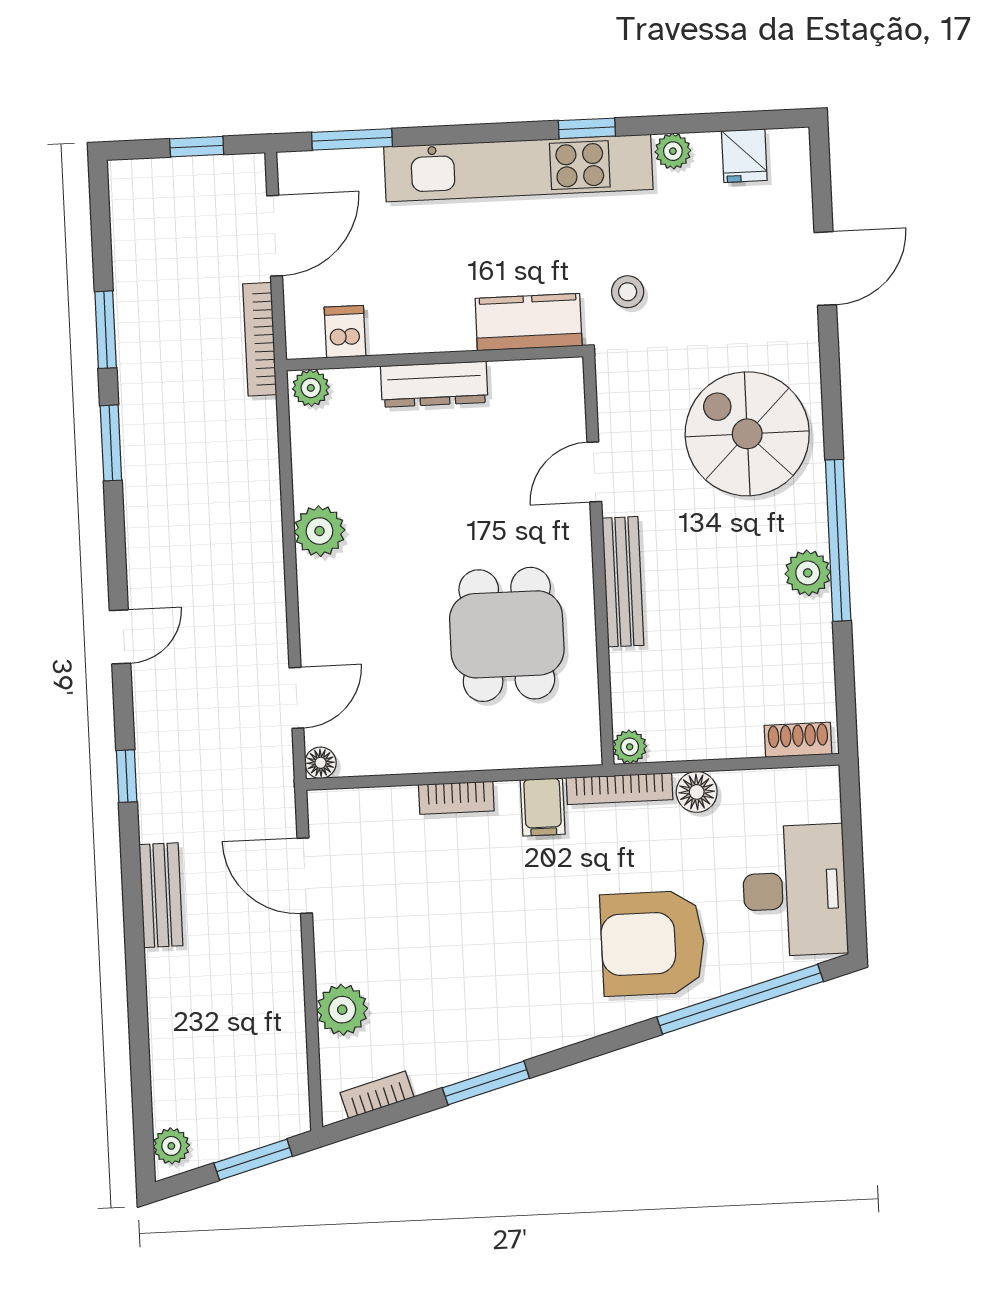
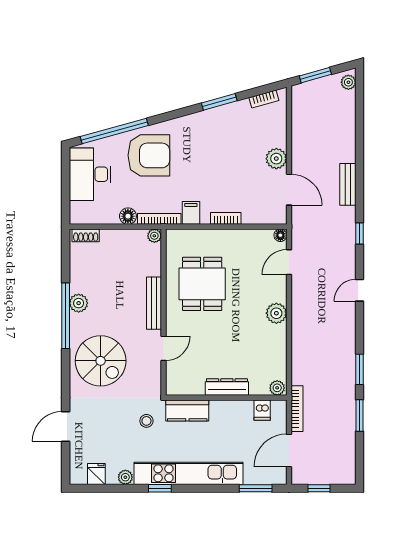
plant: (319, 531) -> (276, 313), moved
plant: (342, 1010) -> (276, 159), moved

